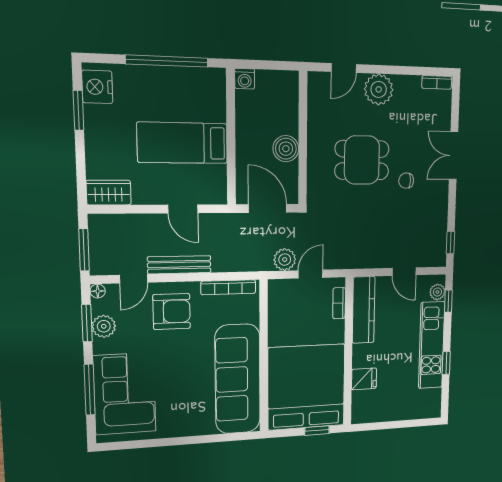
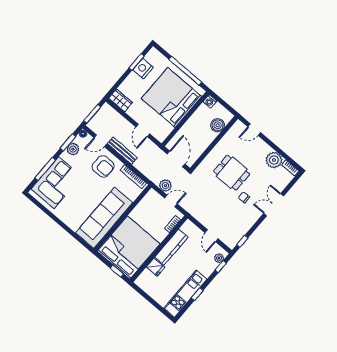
nightstand: (97, 87) -> (143, 69), moved
plant: (379, 89) -> (274, 160), moved
bed: (183, 143) -> (171, 97), width x2.04
boiler: (286, 149) -> (218, 125), moved
kitchen counter: (364, 310) -> (171, 247), moved
kitchen unit: (432, 345) -> (185, 294), moved

